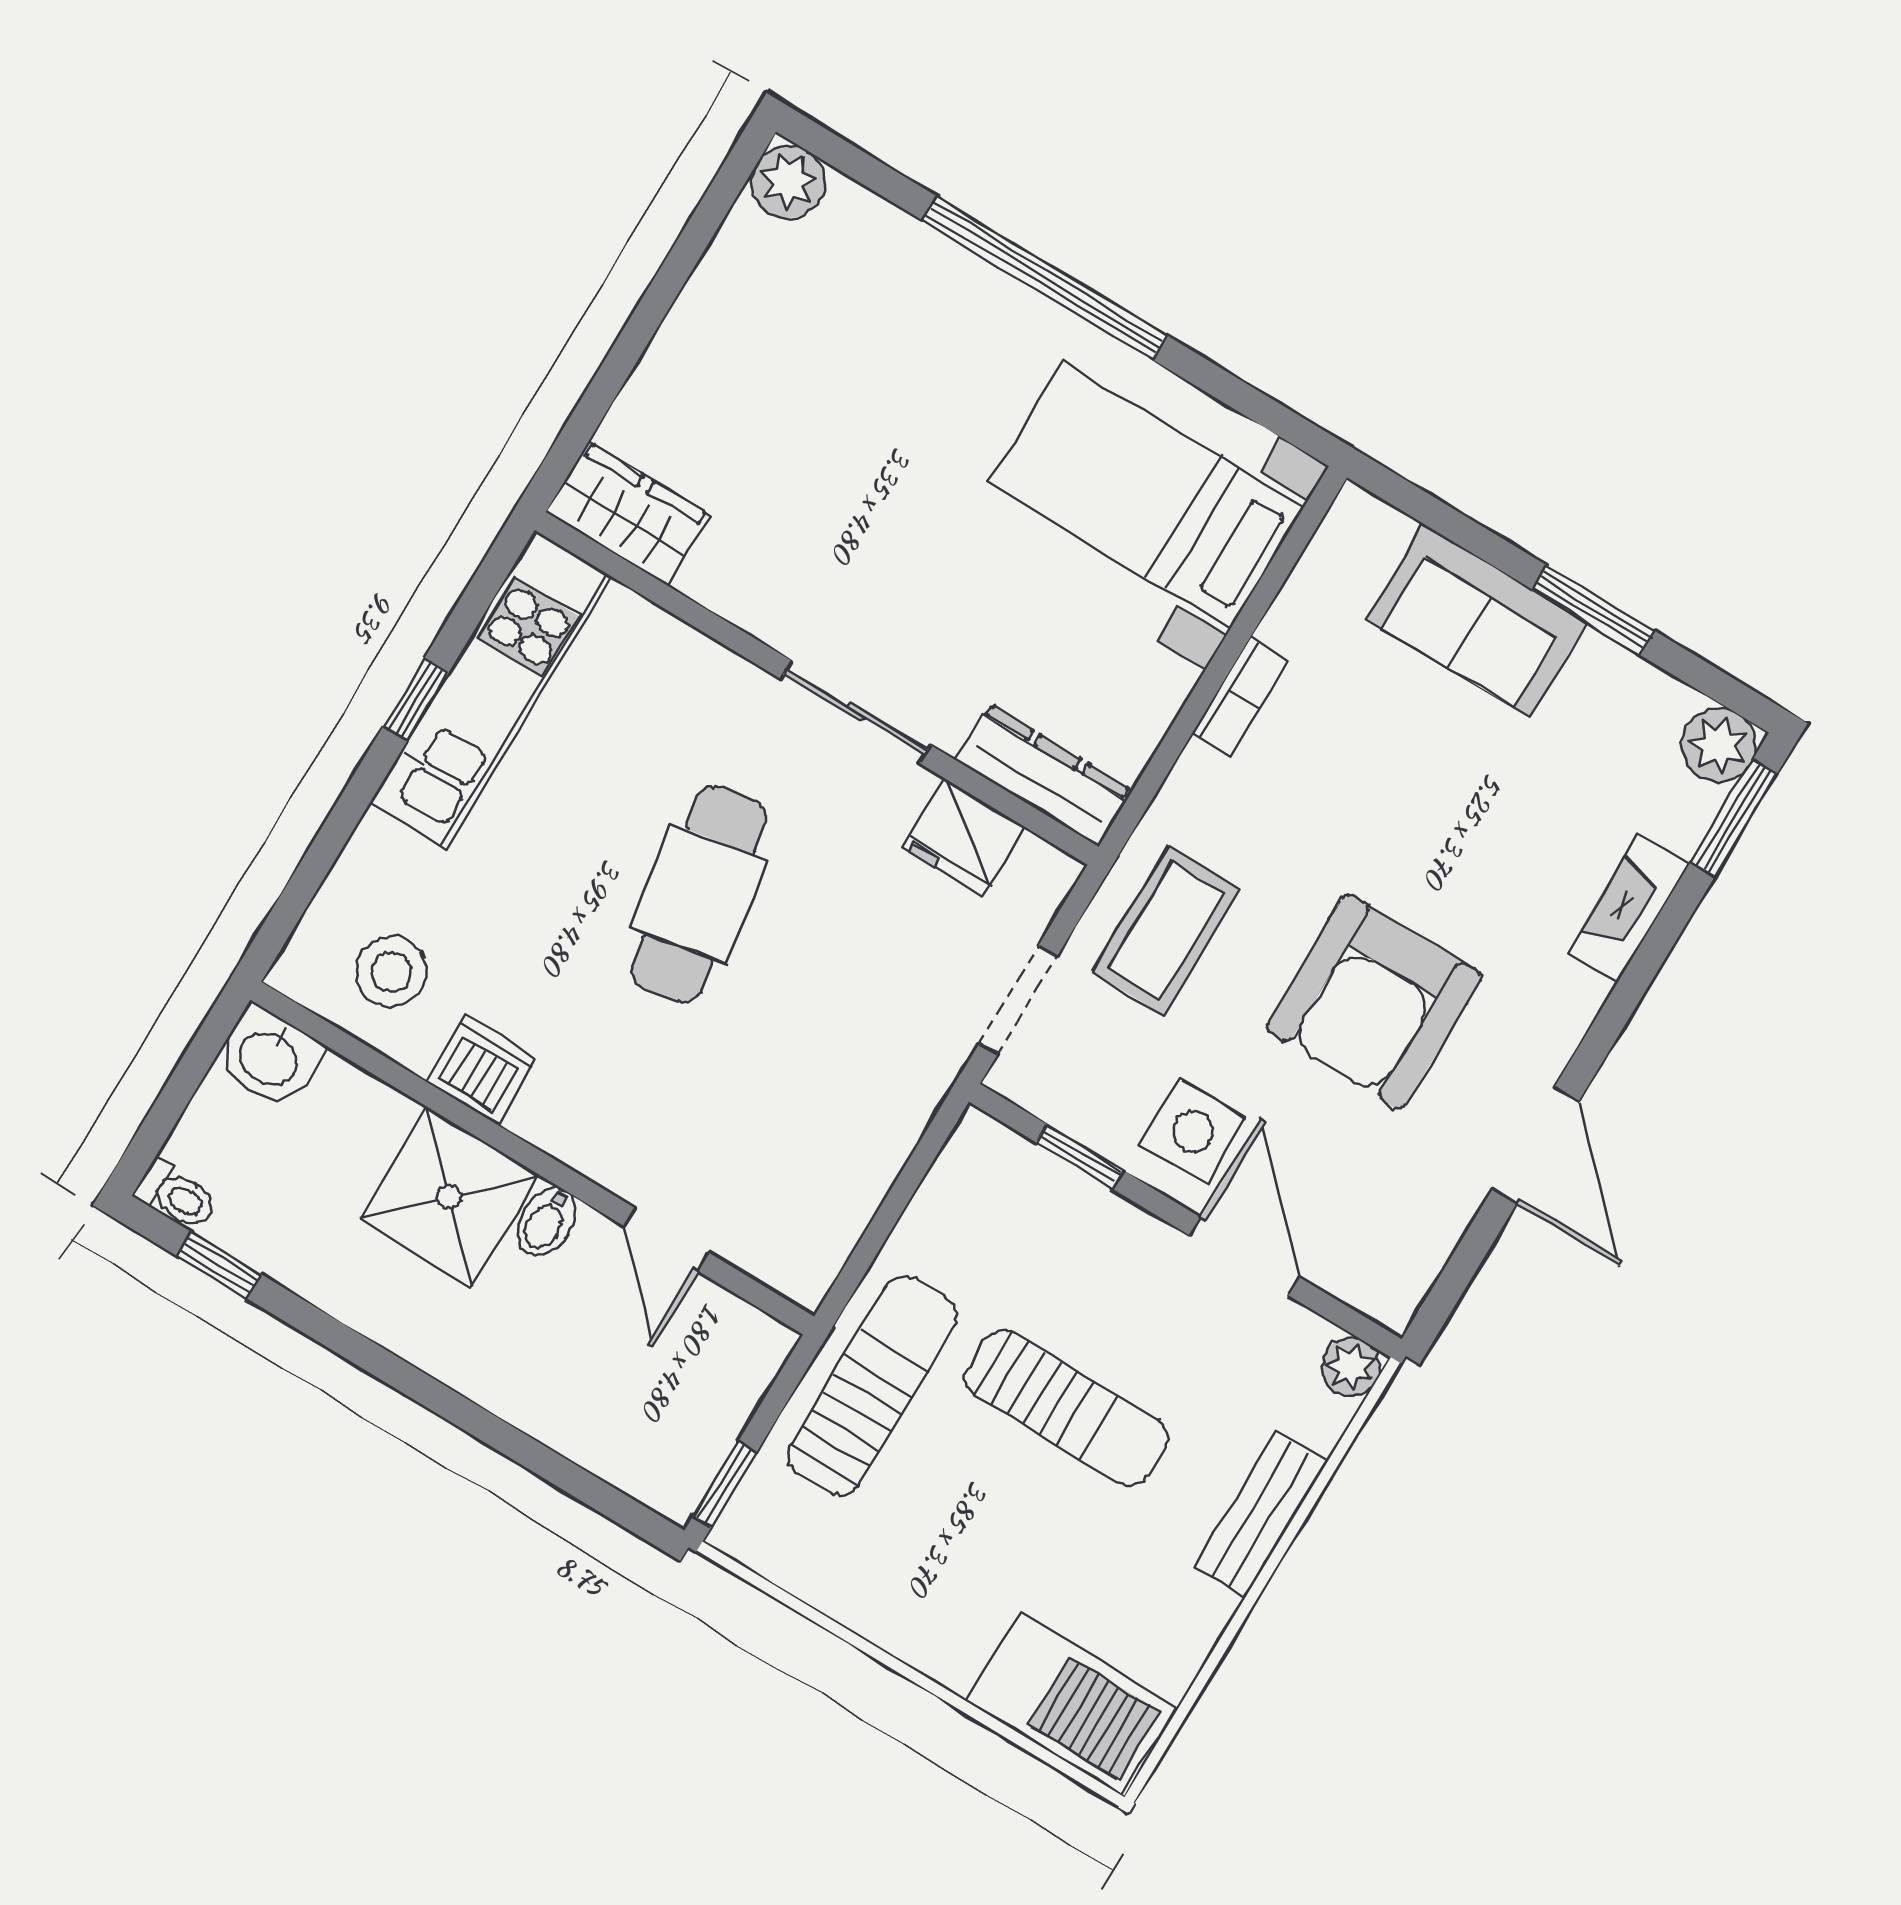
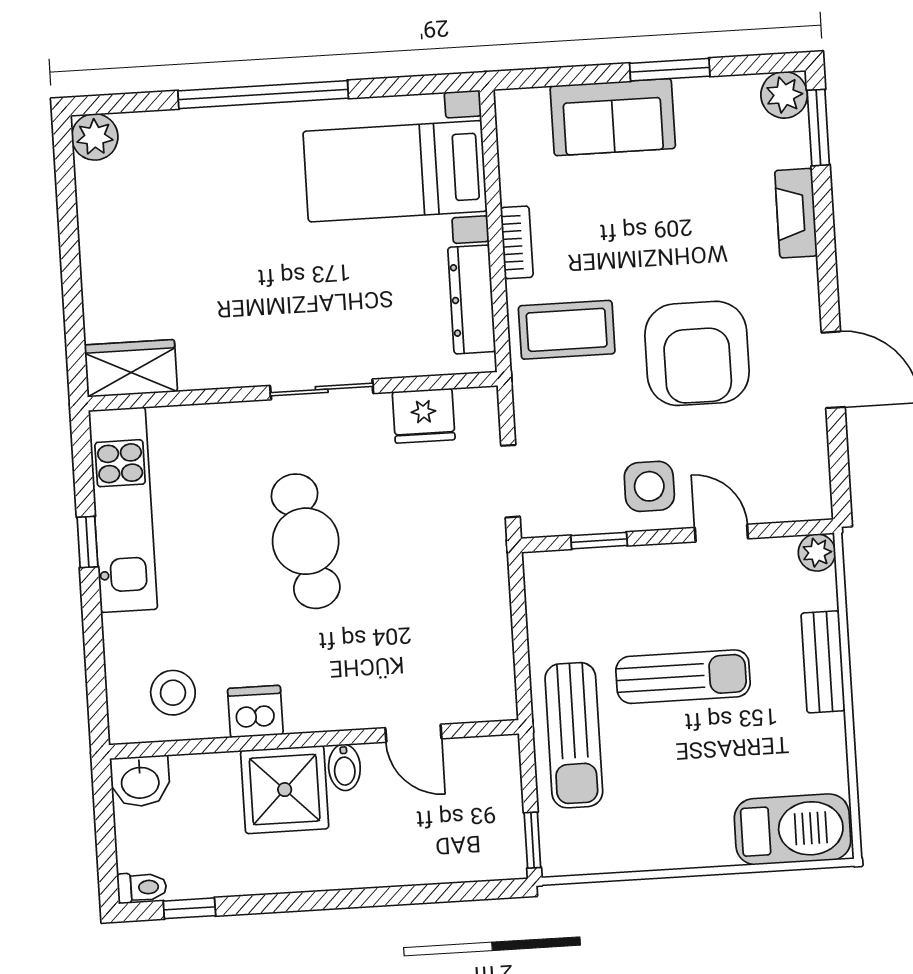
dresser: (1044, 775) -> (472, 299), moved, turned -90
coffee table: (1166, 930) -> (567, 330), moved, turned 90
door: (1245, 1256) -> (721, 533), width x0.73
sun lounger: (872, 1386) -> (574, 735), turned 180

